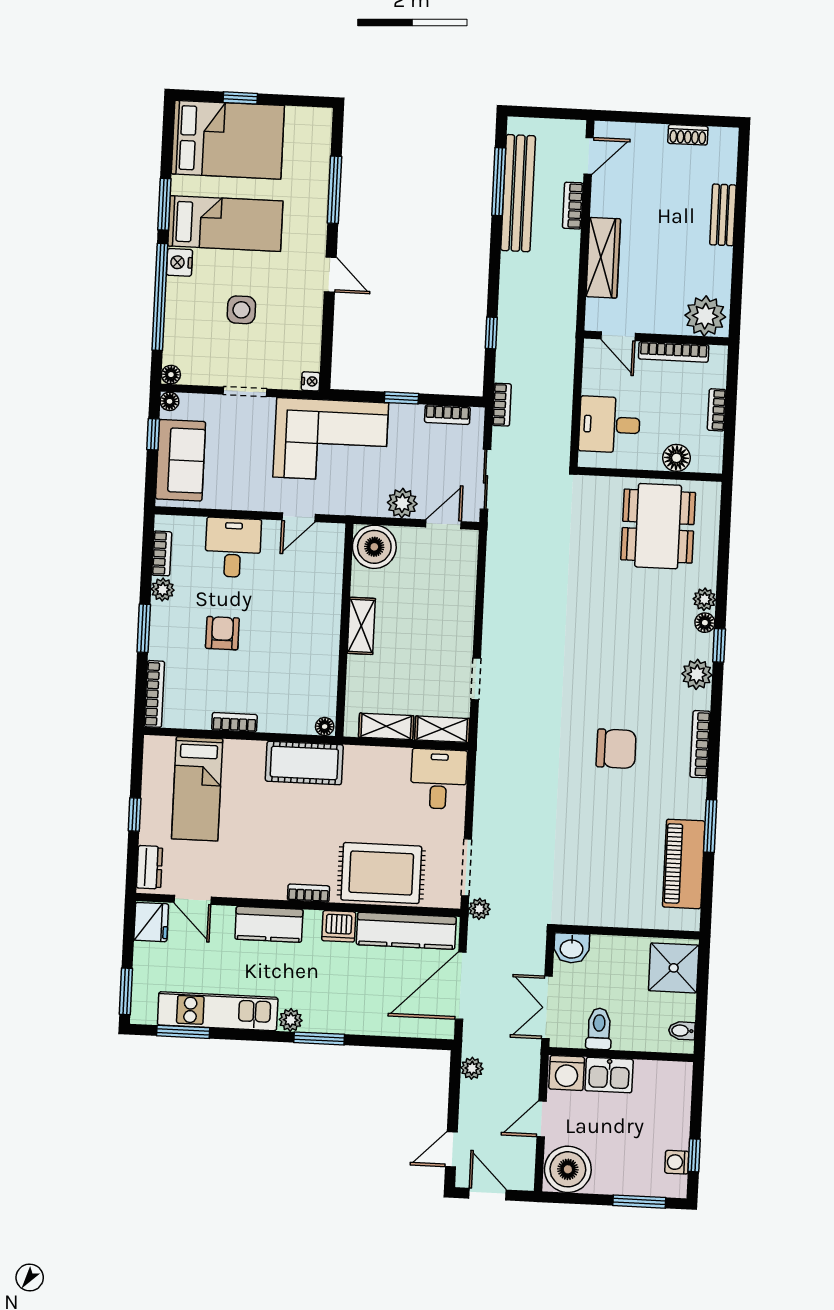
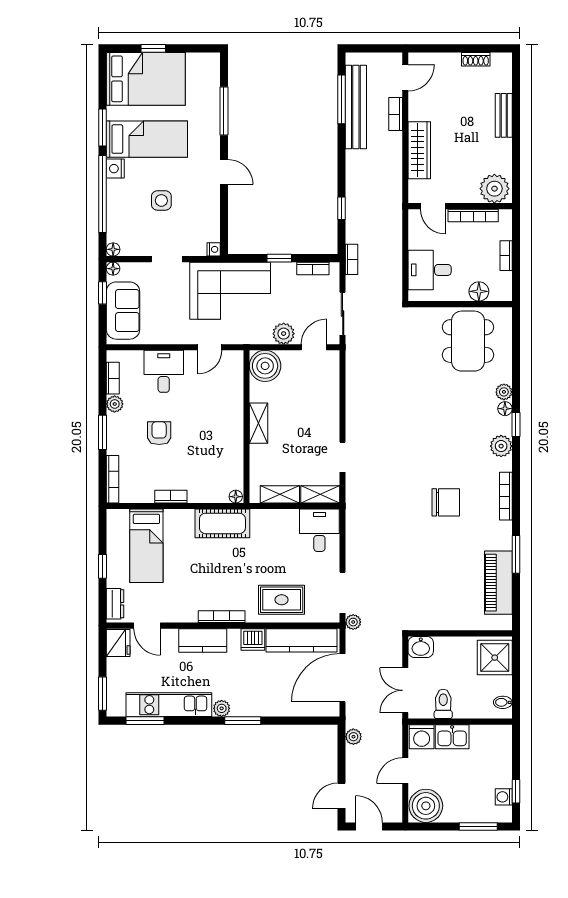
rug: (381, 873) -> (282, 600), width x0.73, depth x0.70
bookcase: (308, 893) -> (222, 617), width x1.56

